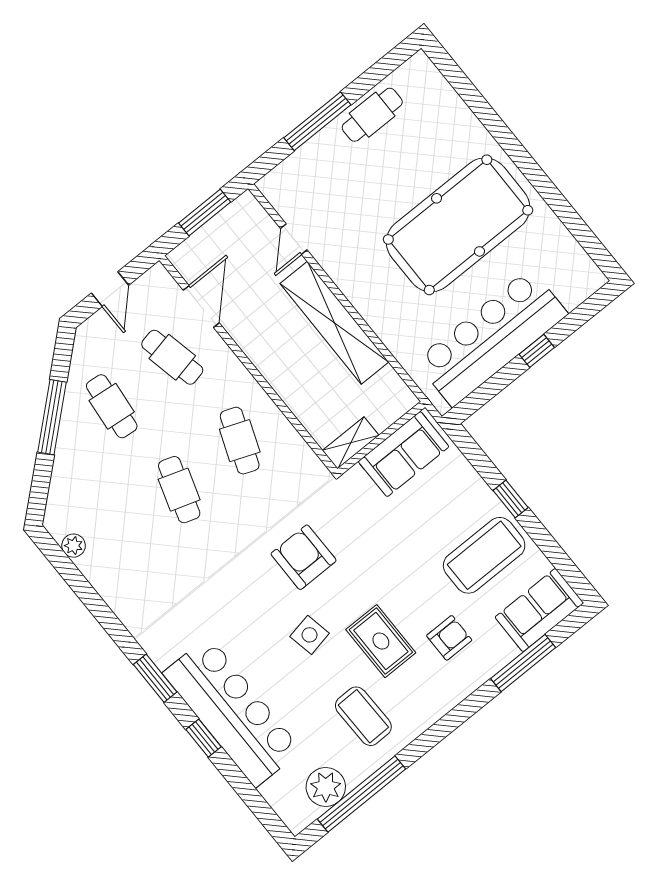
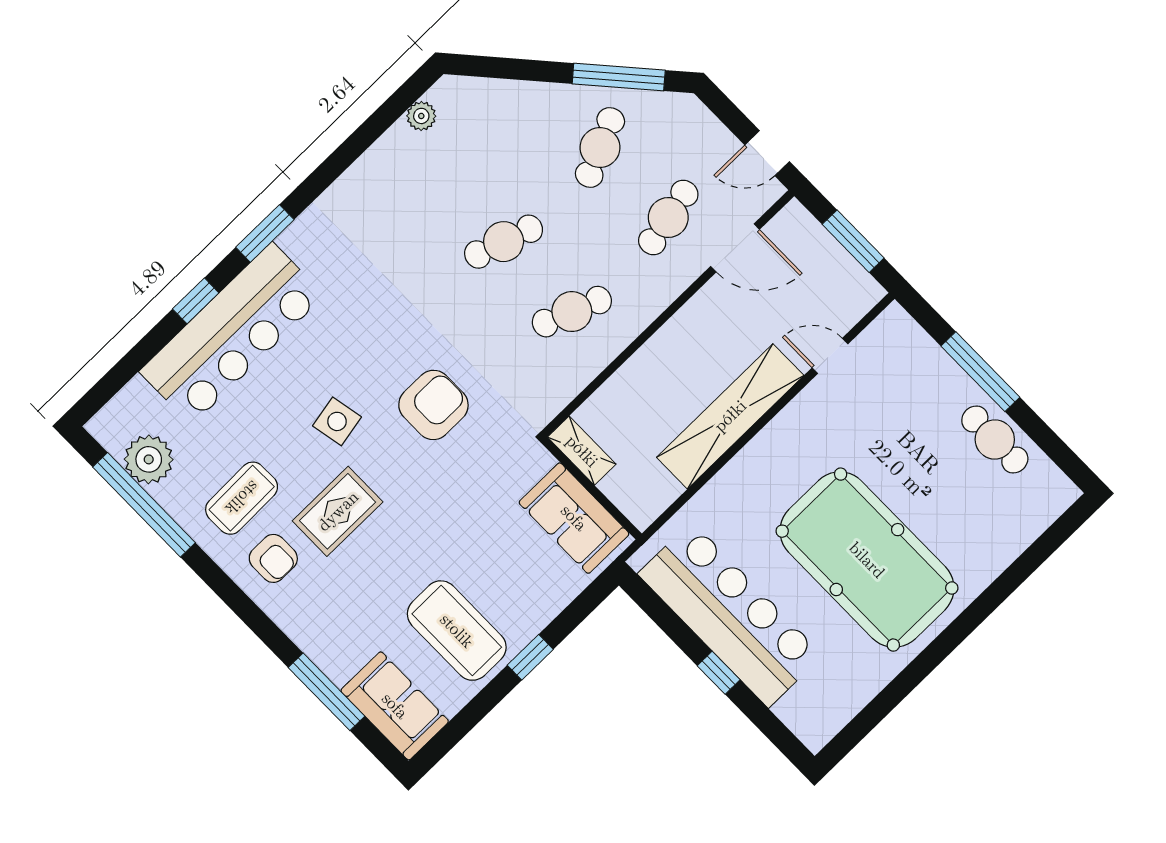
door: (110, 289) -> (767, 153), moved
cafe table: (112, 406) -> (600, 148), turned -30
window: (52, 417) -> (619, 77), moved
armchair: (449, 638) -> (273, 558), moved

